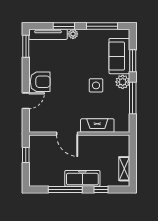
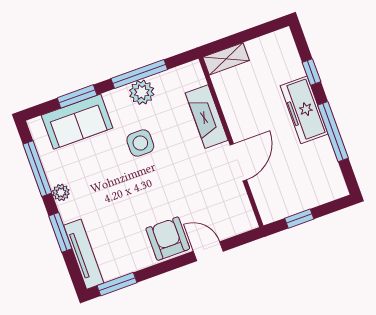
plant: (73, 34) -> (61, 192), moved
plant: (123, 82) -> (142, 92), moved
shelving: (124, 169) -> (226, 59), moved

